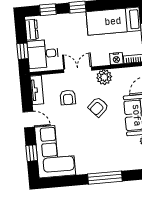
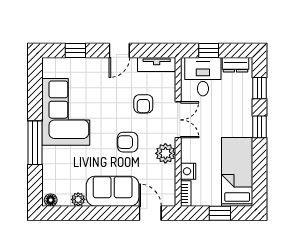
armchair: (68, 97) -> (143, 104), turned -90
armchair: (98, 107) -> (128, 142), turned -48
corner sofa: (55, 151) -> (66, 112), moved, turned -90

